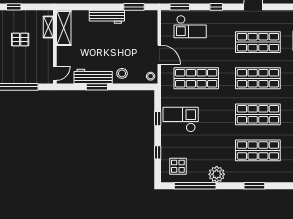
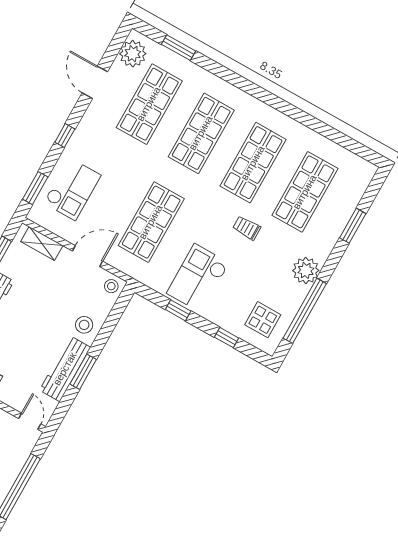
plant: (280, 18) -> (133, 54), added
shelving: (152, 27) -> (42, 244), added
trolley: (222, 130) -> (247, 228), added

